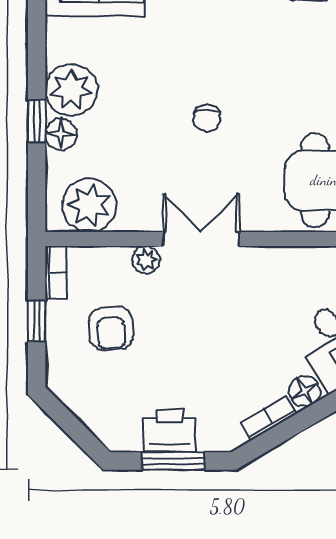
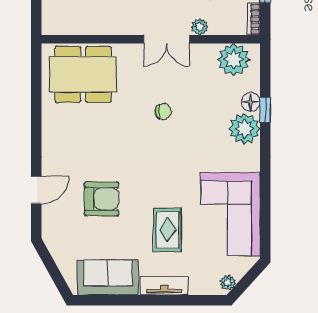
chair: (207, 118) -> (163, 112), turned 90

